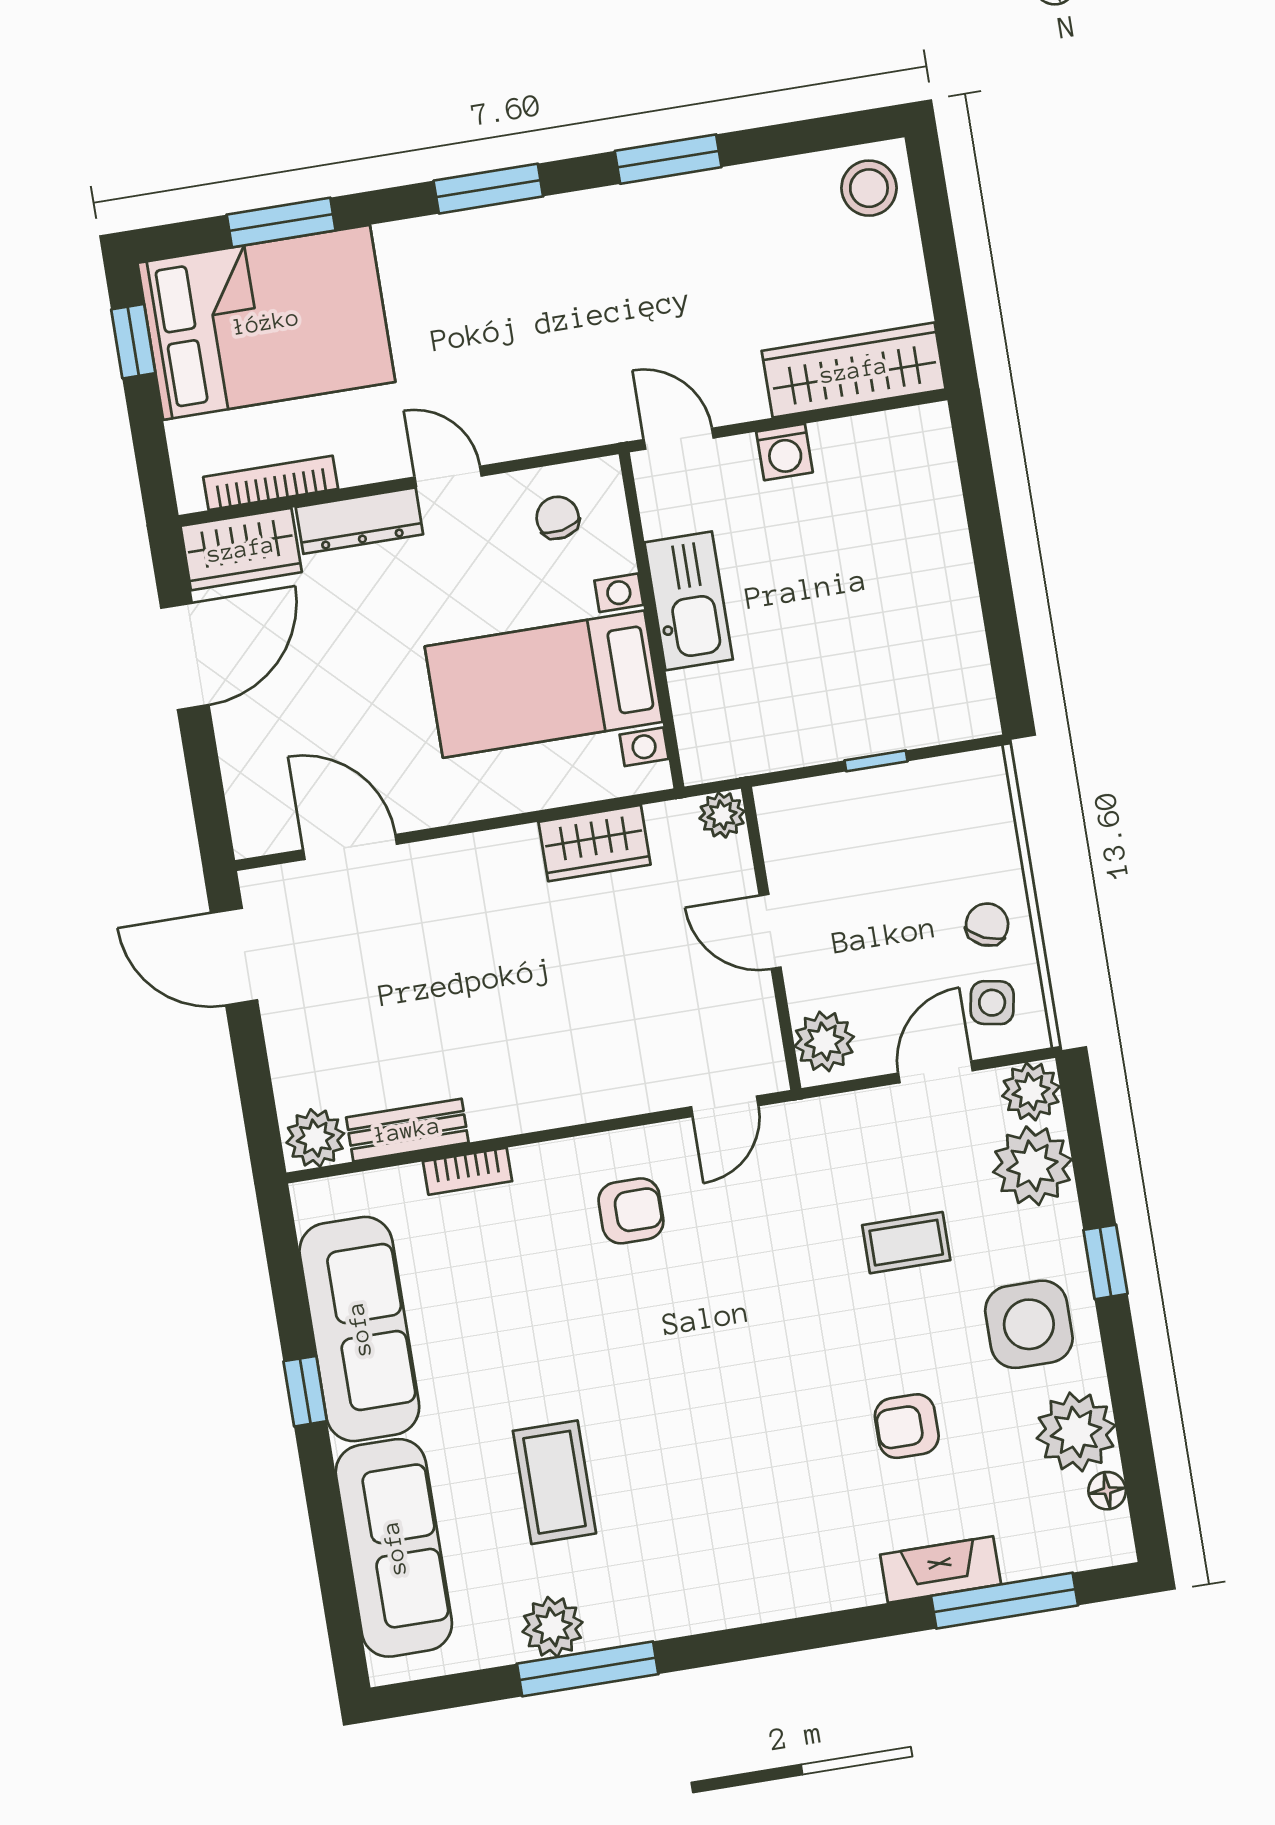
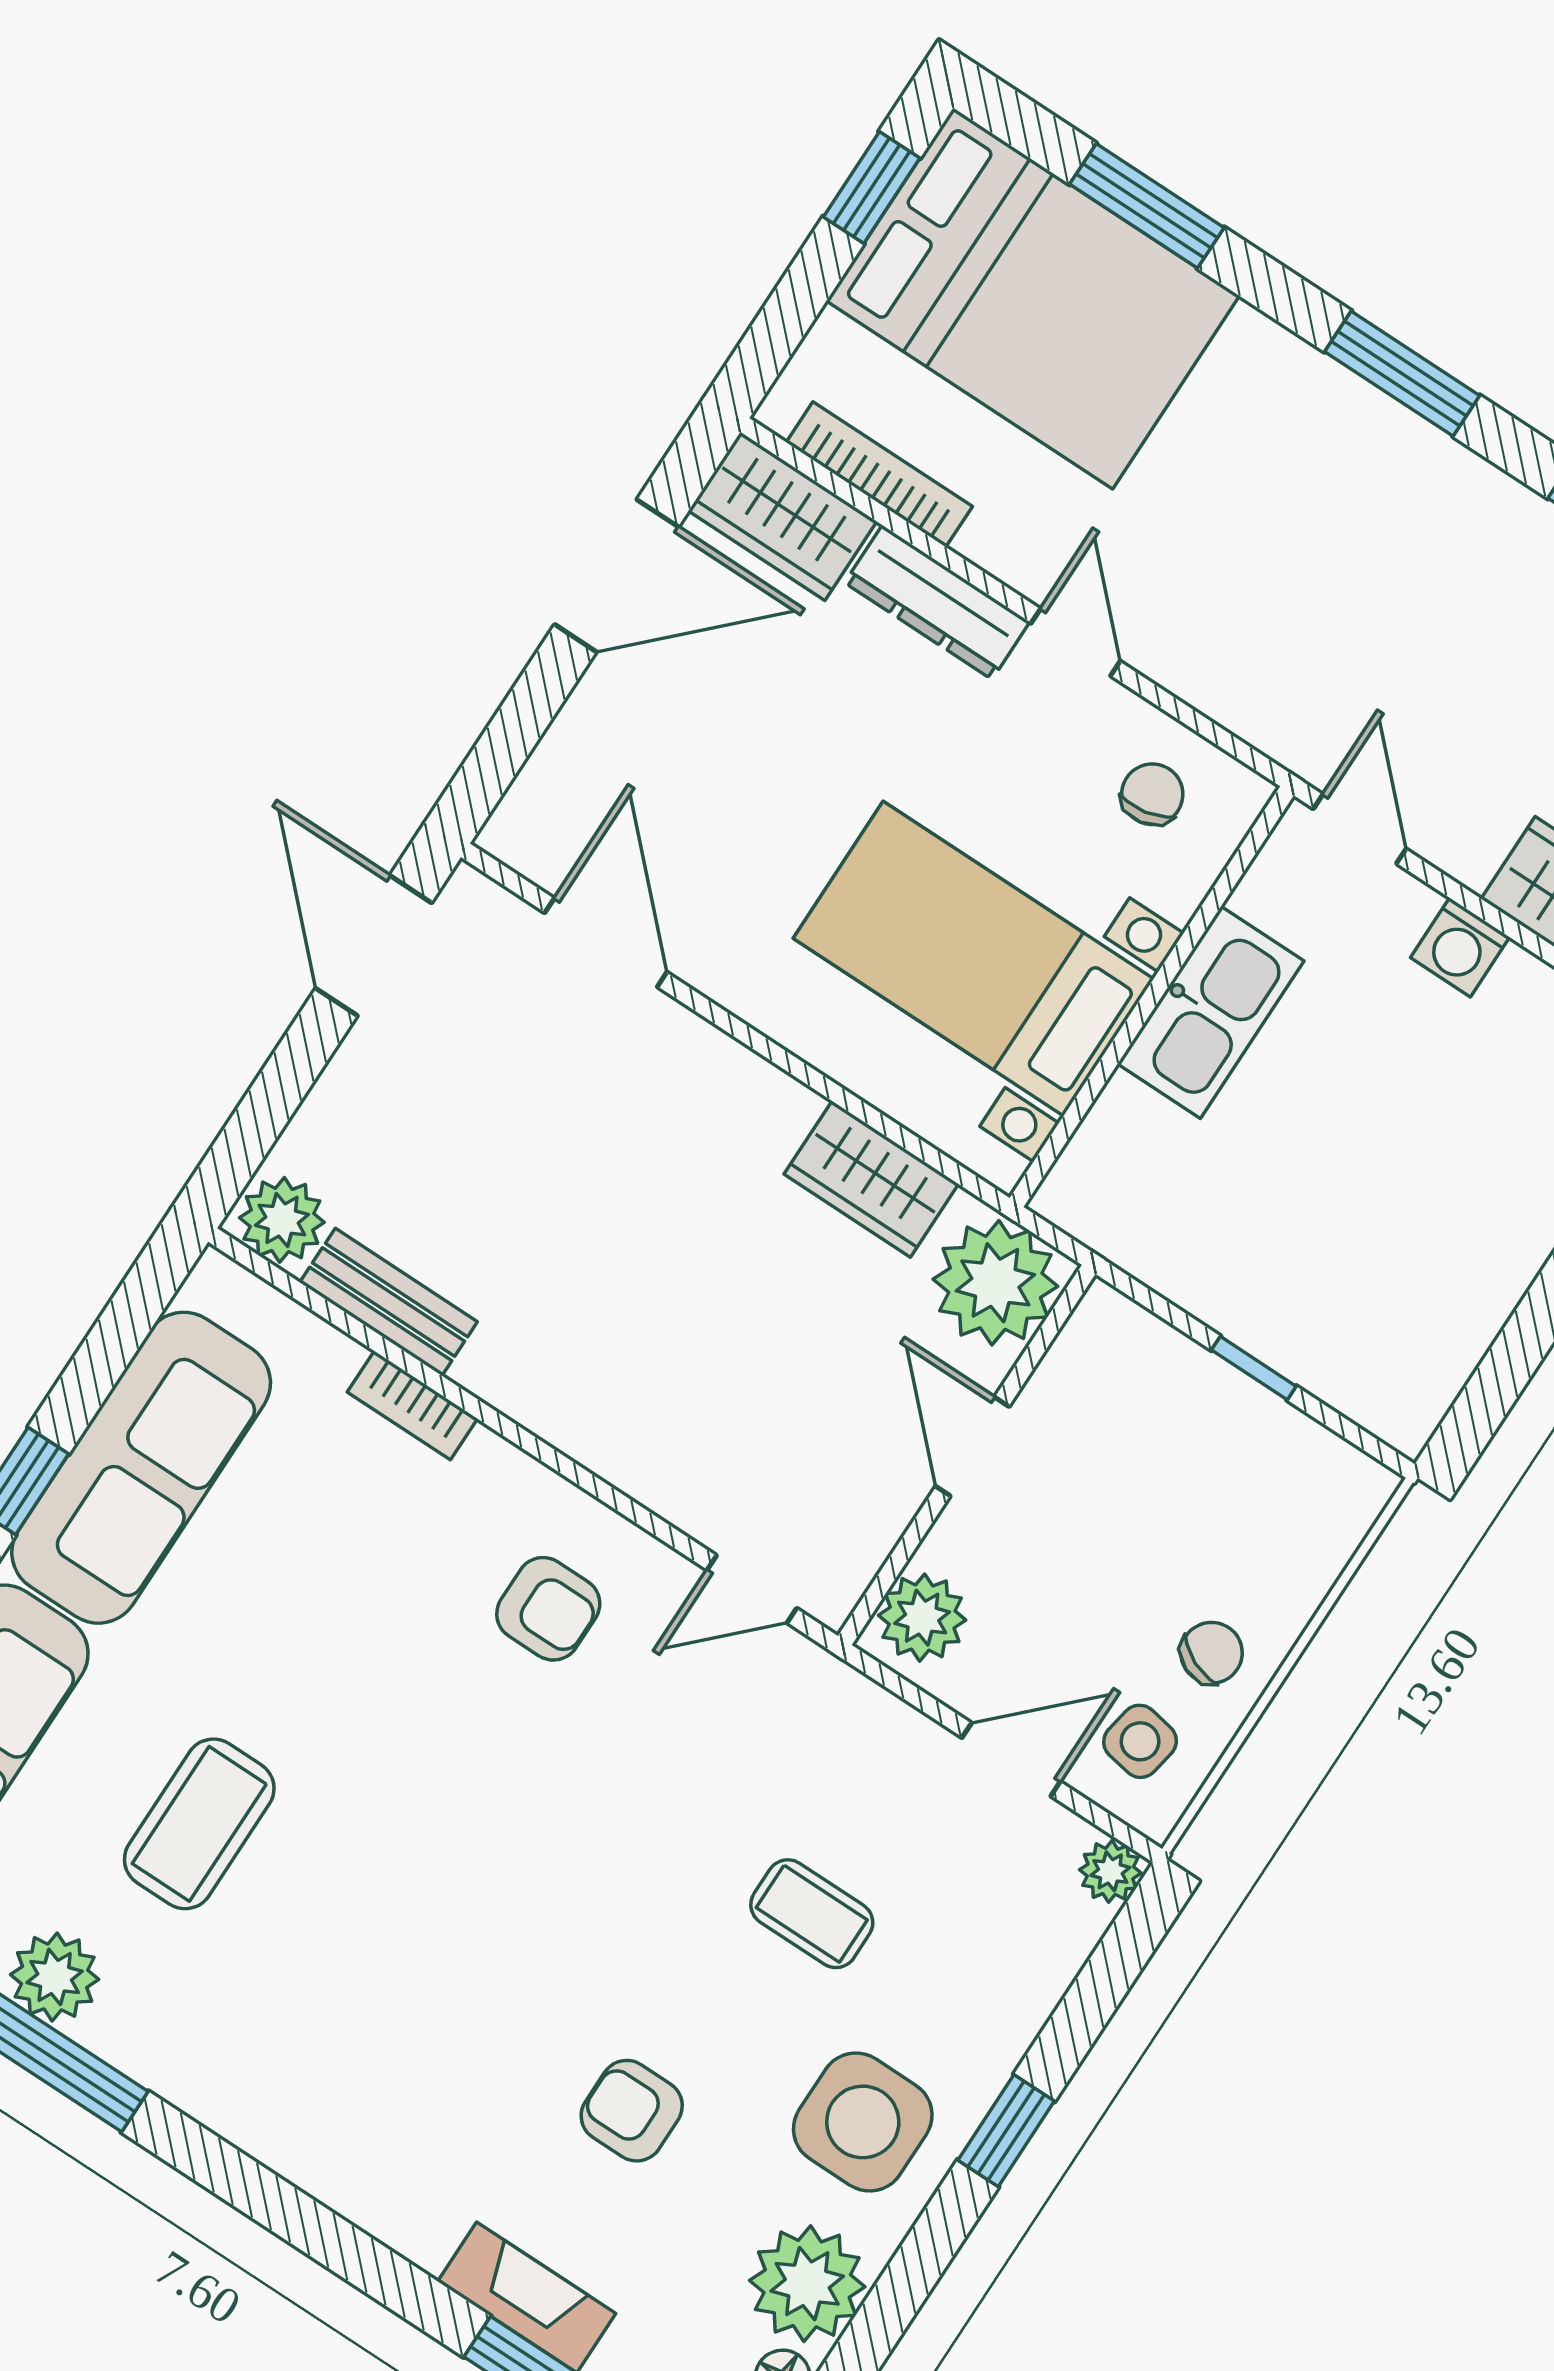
plant: (722, 815) -> (995, 1283), width x1.88, depth x1.88
plant: (1031, 1091) -> (1110, 1871), width x0.73, depth x0.73
plant: (1032, 1166) -> (1023, 1956), removed

